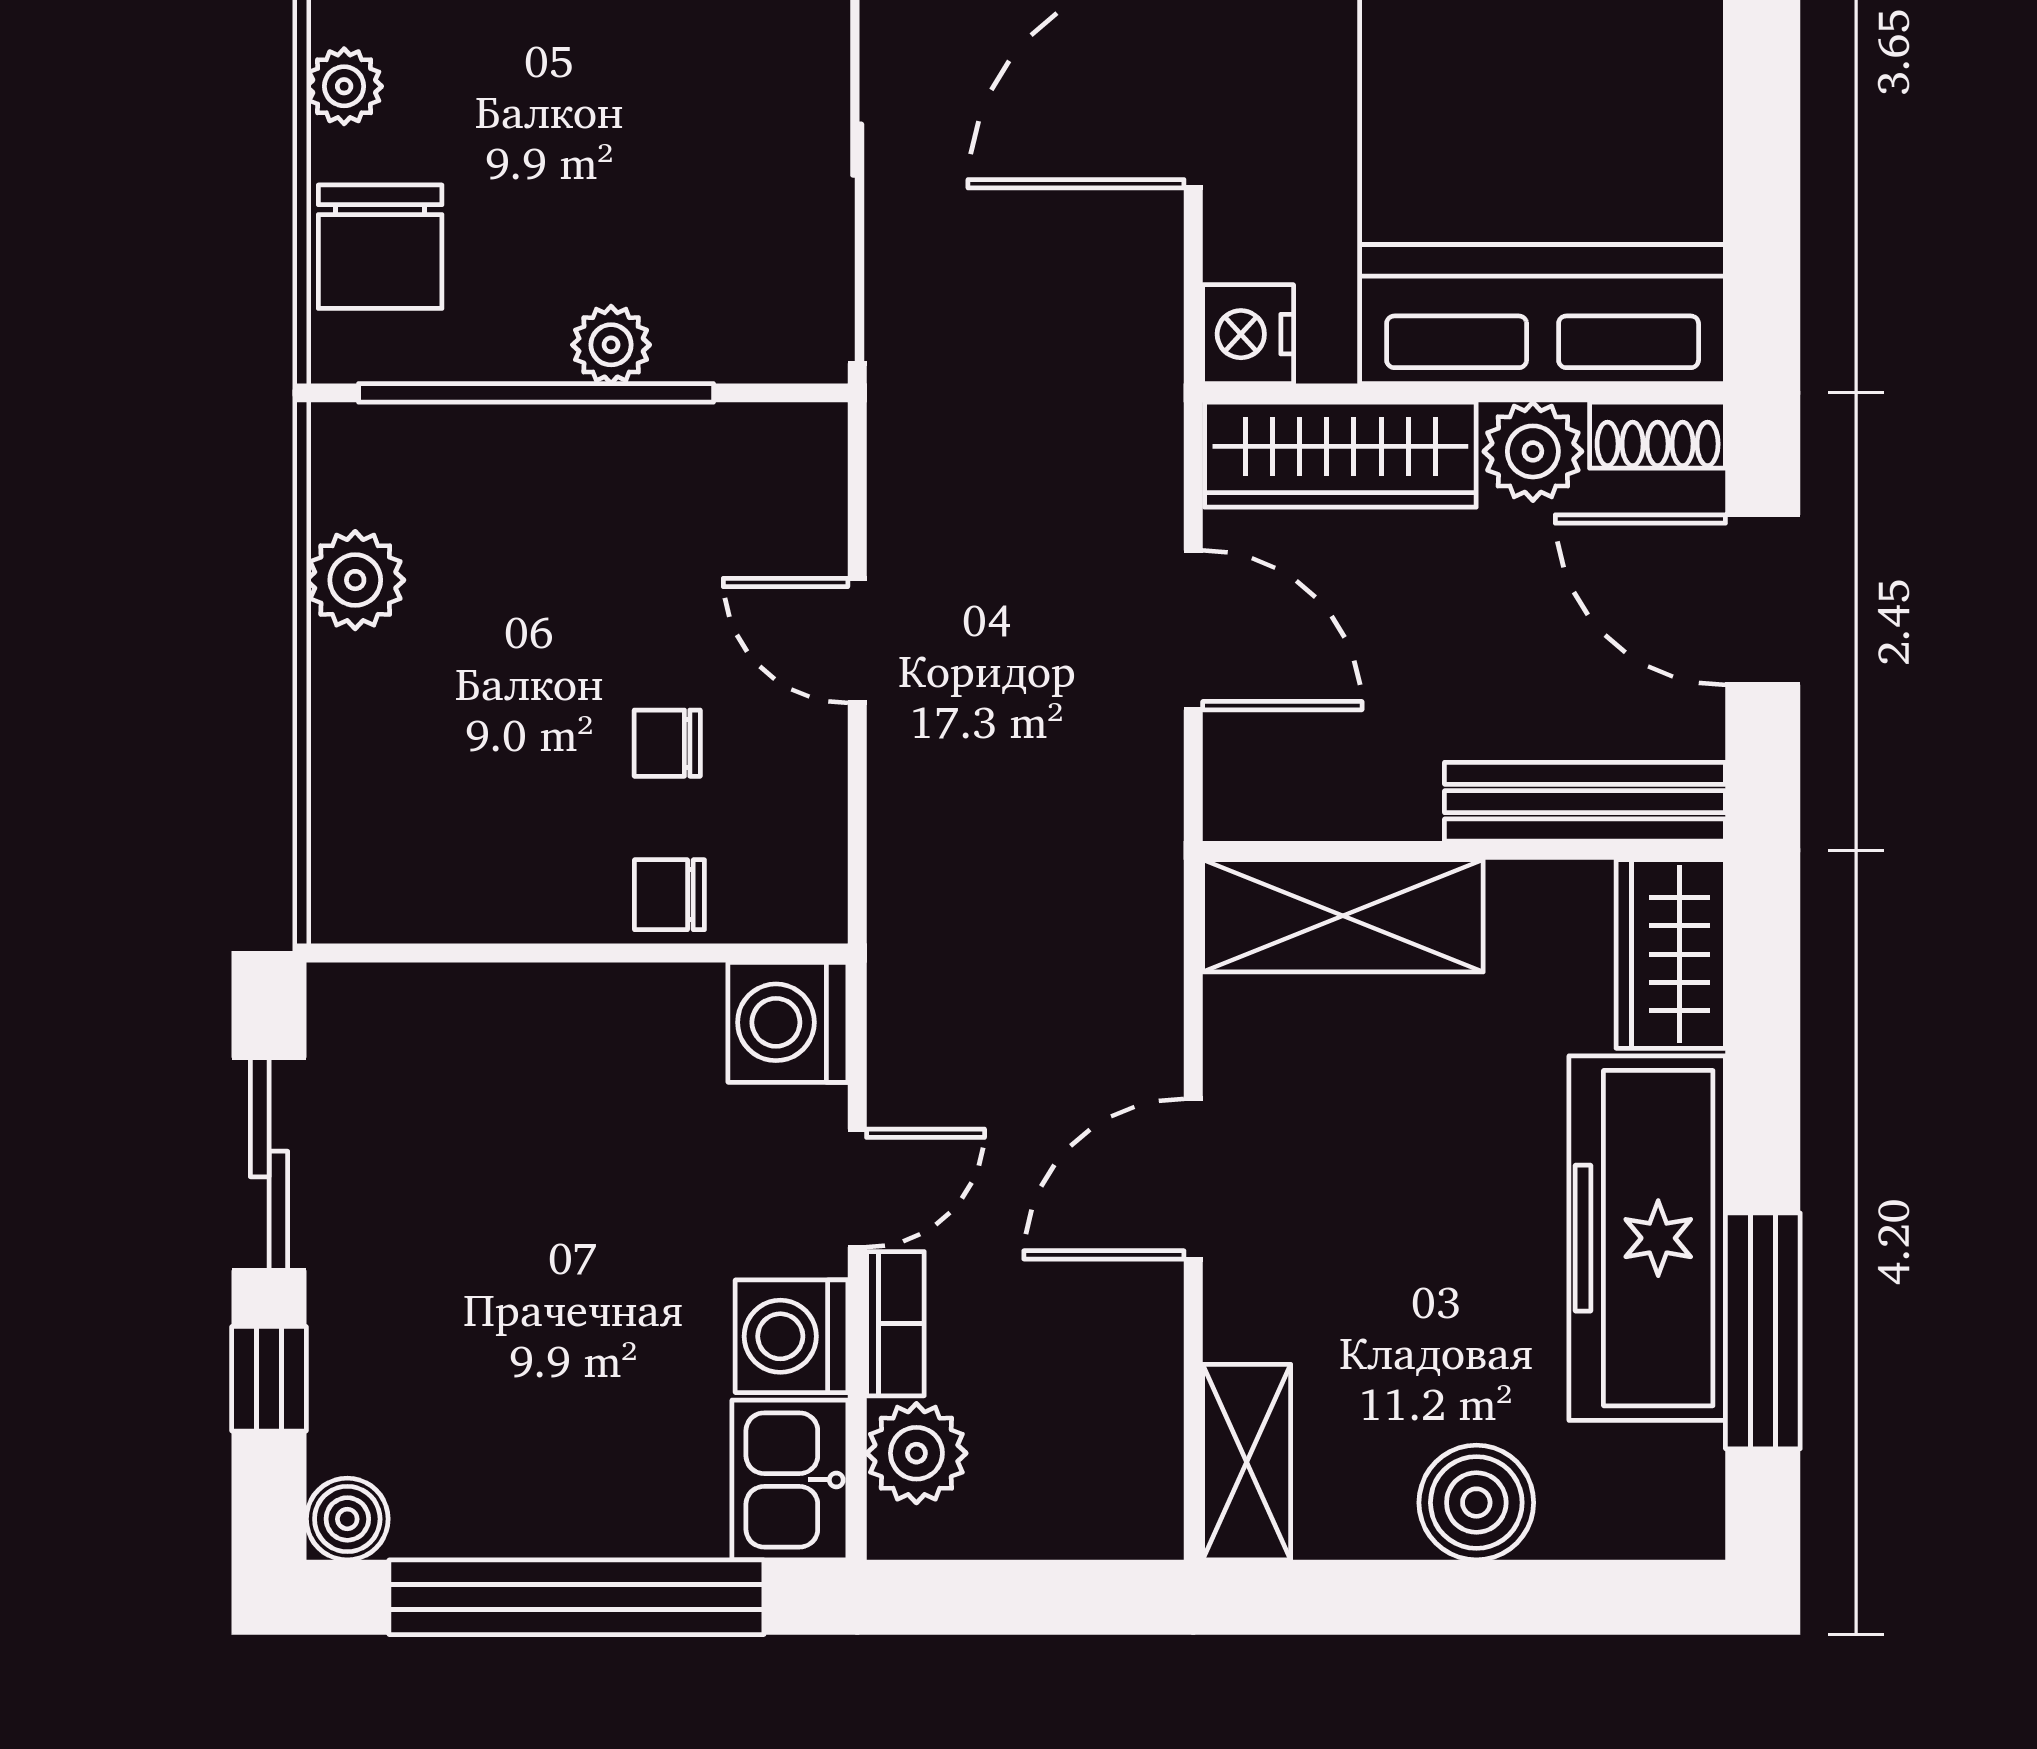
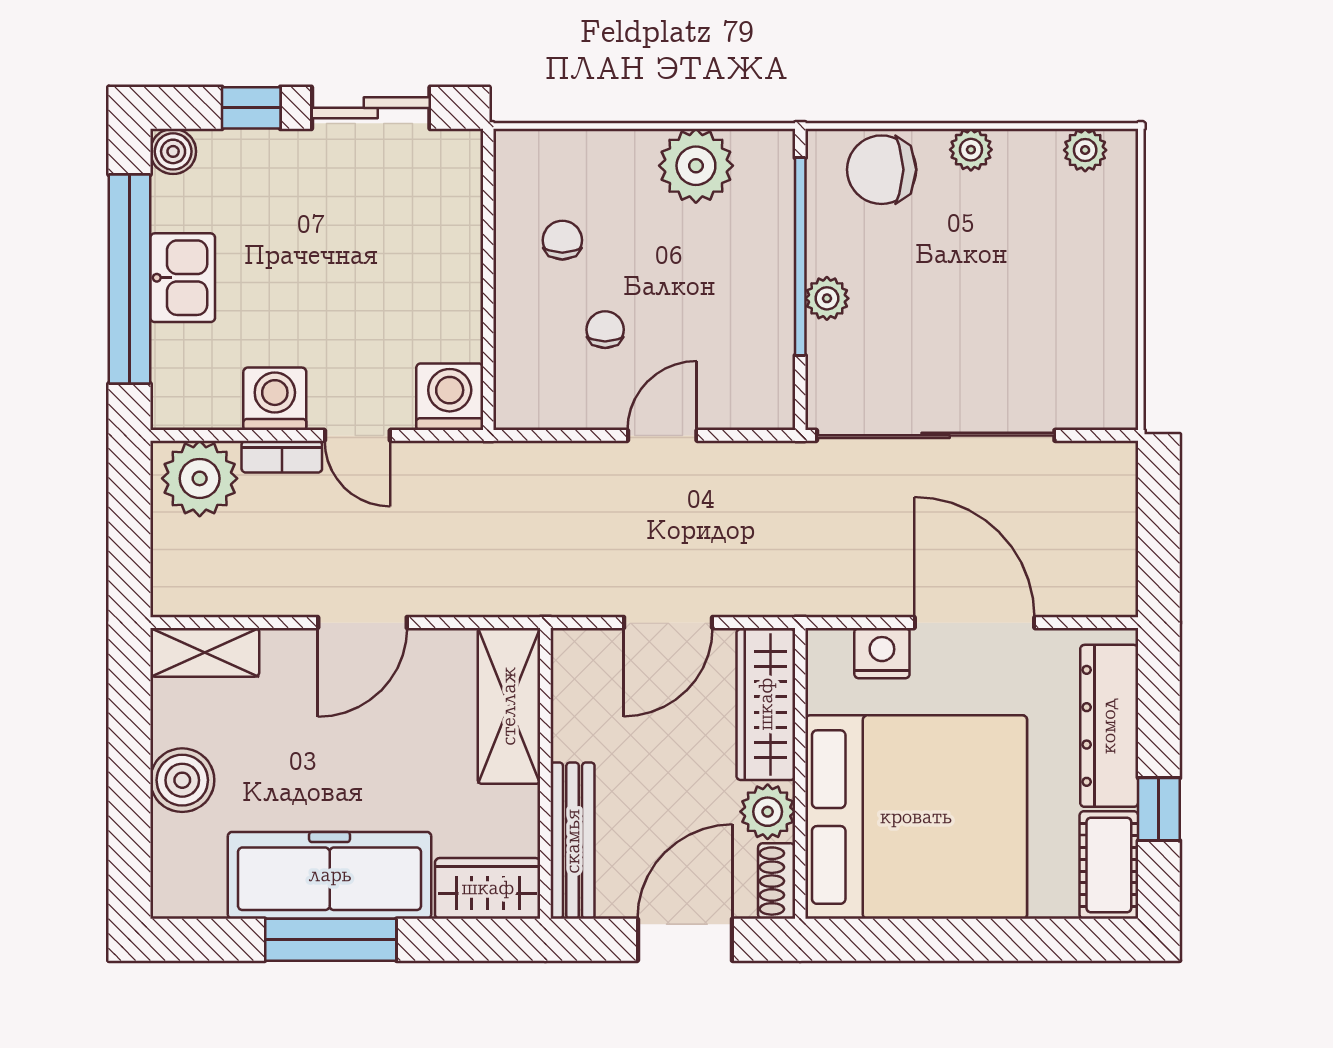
nightstand: (1248, 334) -> (882, 653), moved
plant: (355, 580) -> (696, 166), width x1.36, depth x1.36
chair: (669, 895) -> (562, 240), moved
door: (1193, 1179) -> (362, 623), swing flipped
window: (1763, 1331) -> (331, 940), moved
plant: (916, 1453) -> (200, 478), width x1.36, depth x1.36
kitchen sink: (790, 1480) -> (183, 278), moved, turned 90

